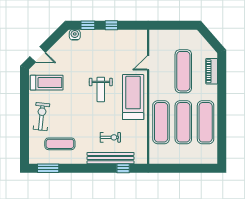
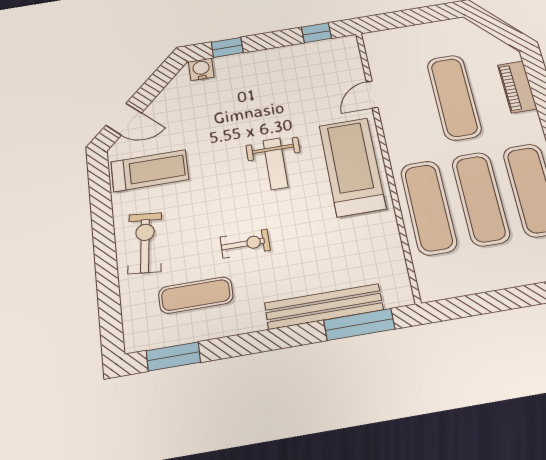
window: (111, 25) -> (316, 33), moved
exercise bike: (110, 137) -> (245, 244), moved
window: (123, 168) -> (359, 325), width x2.17

